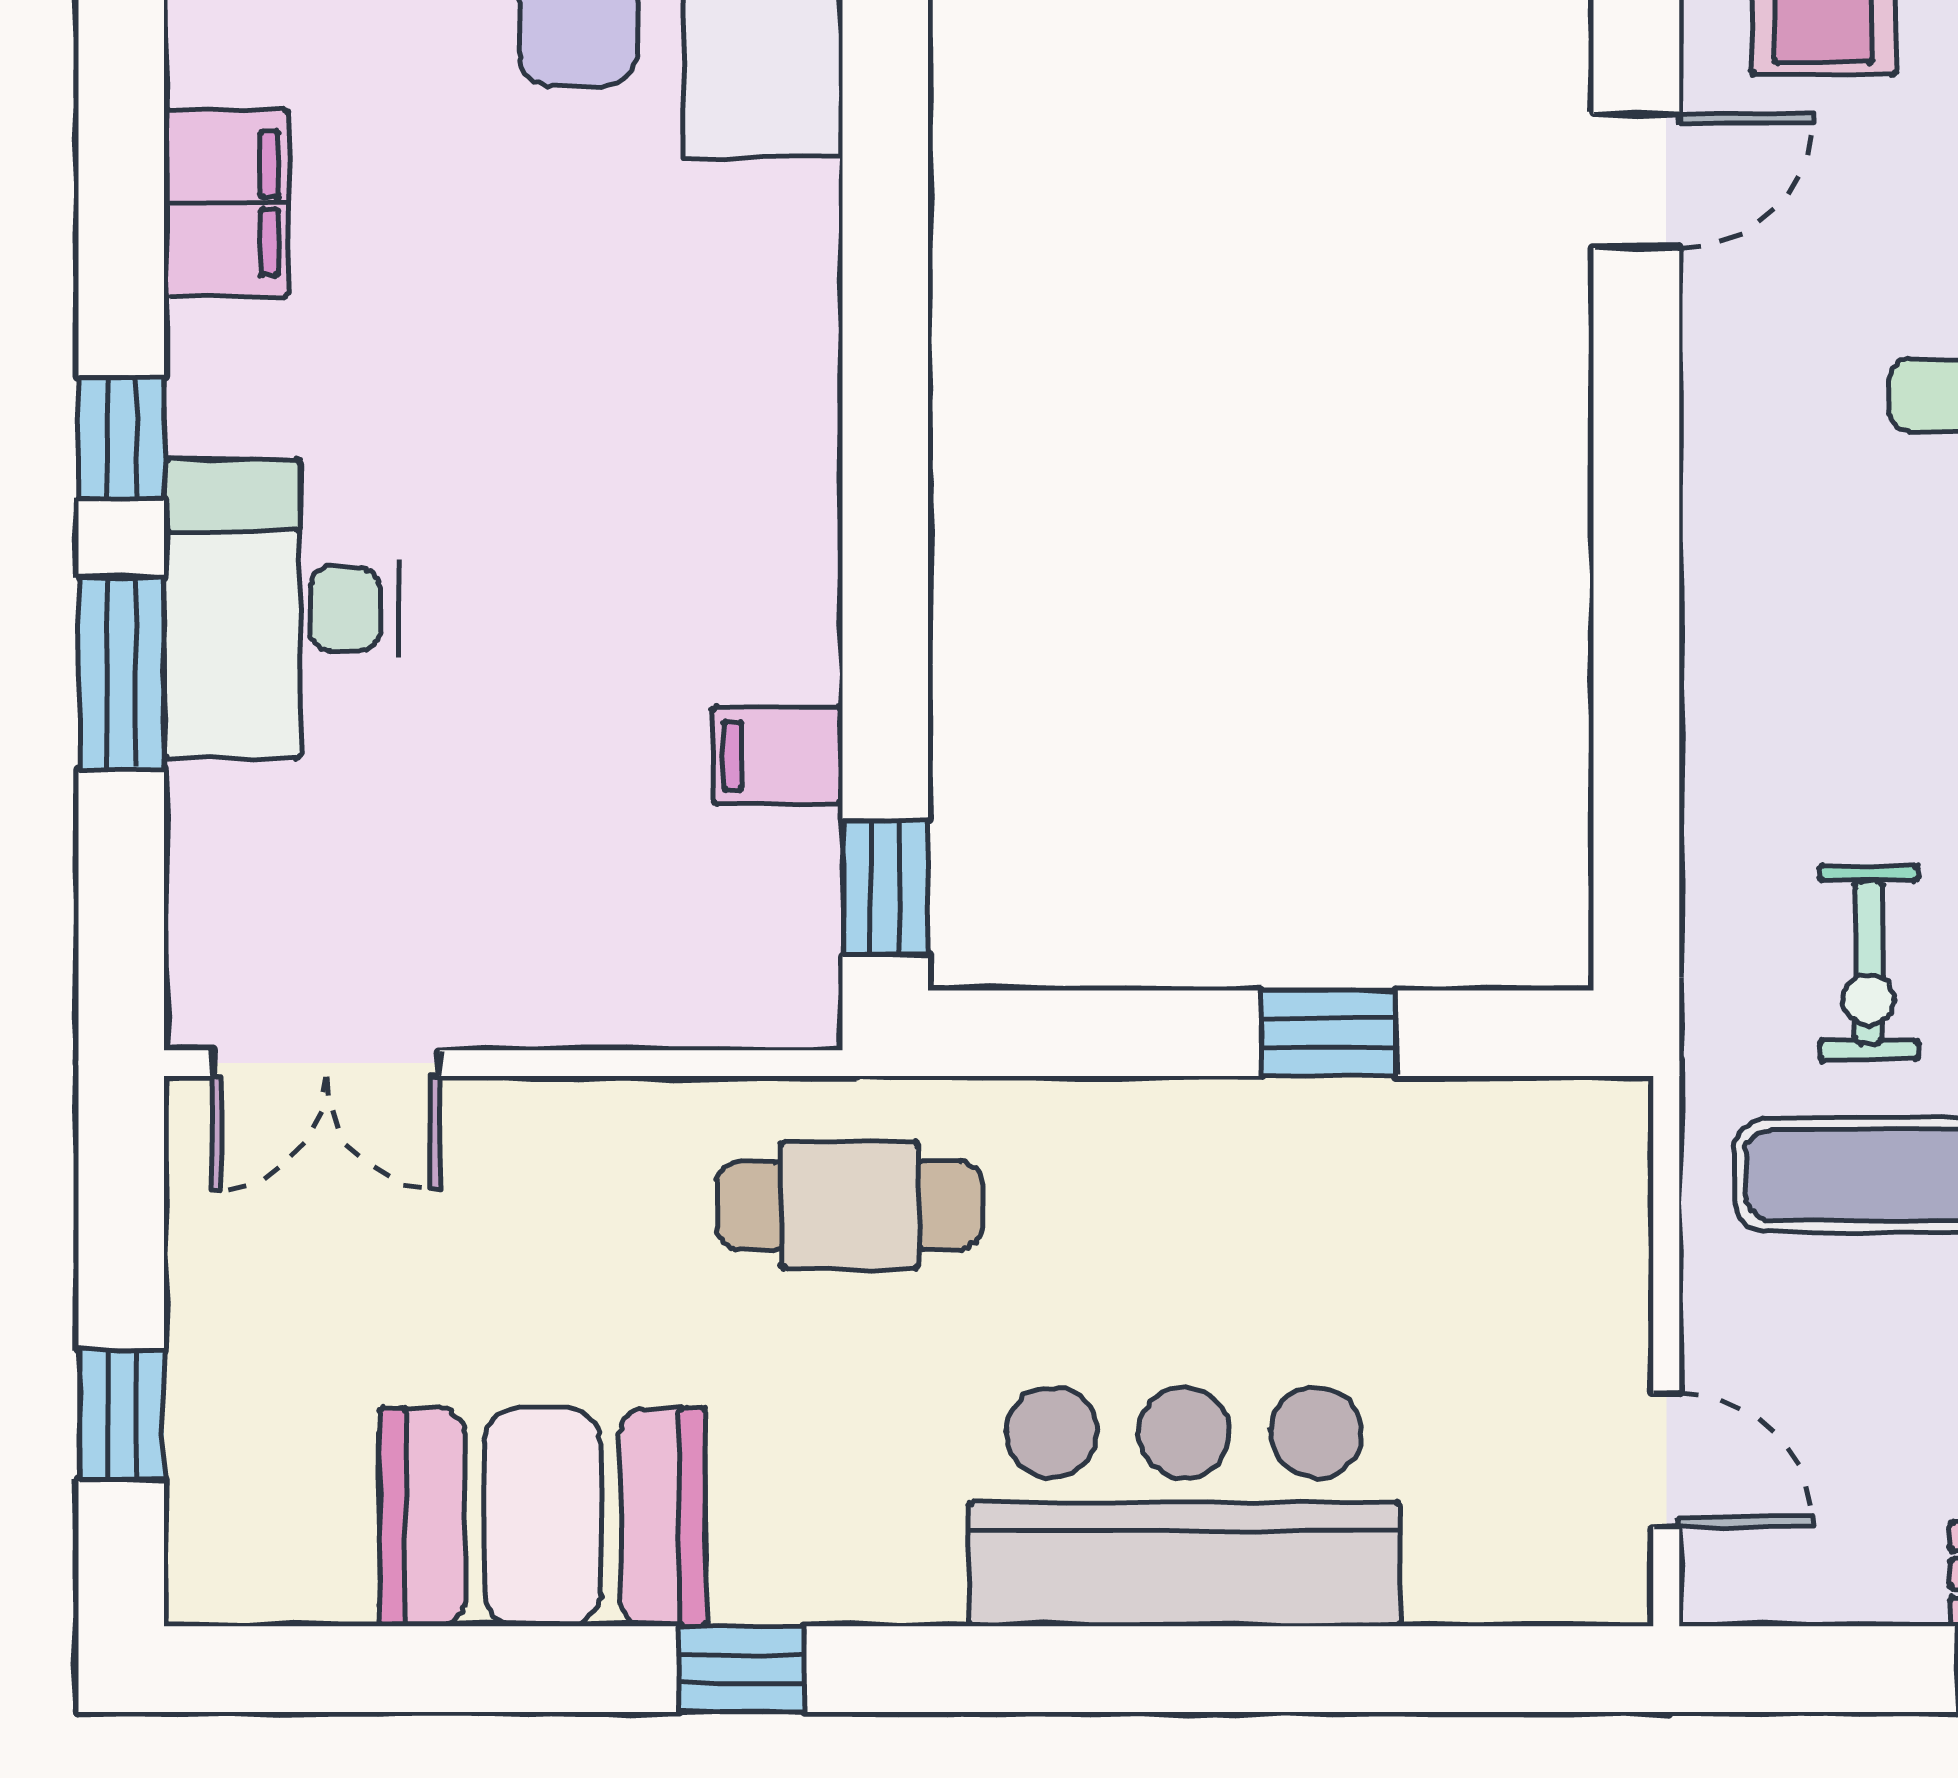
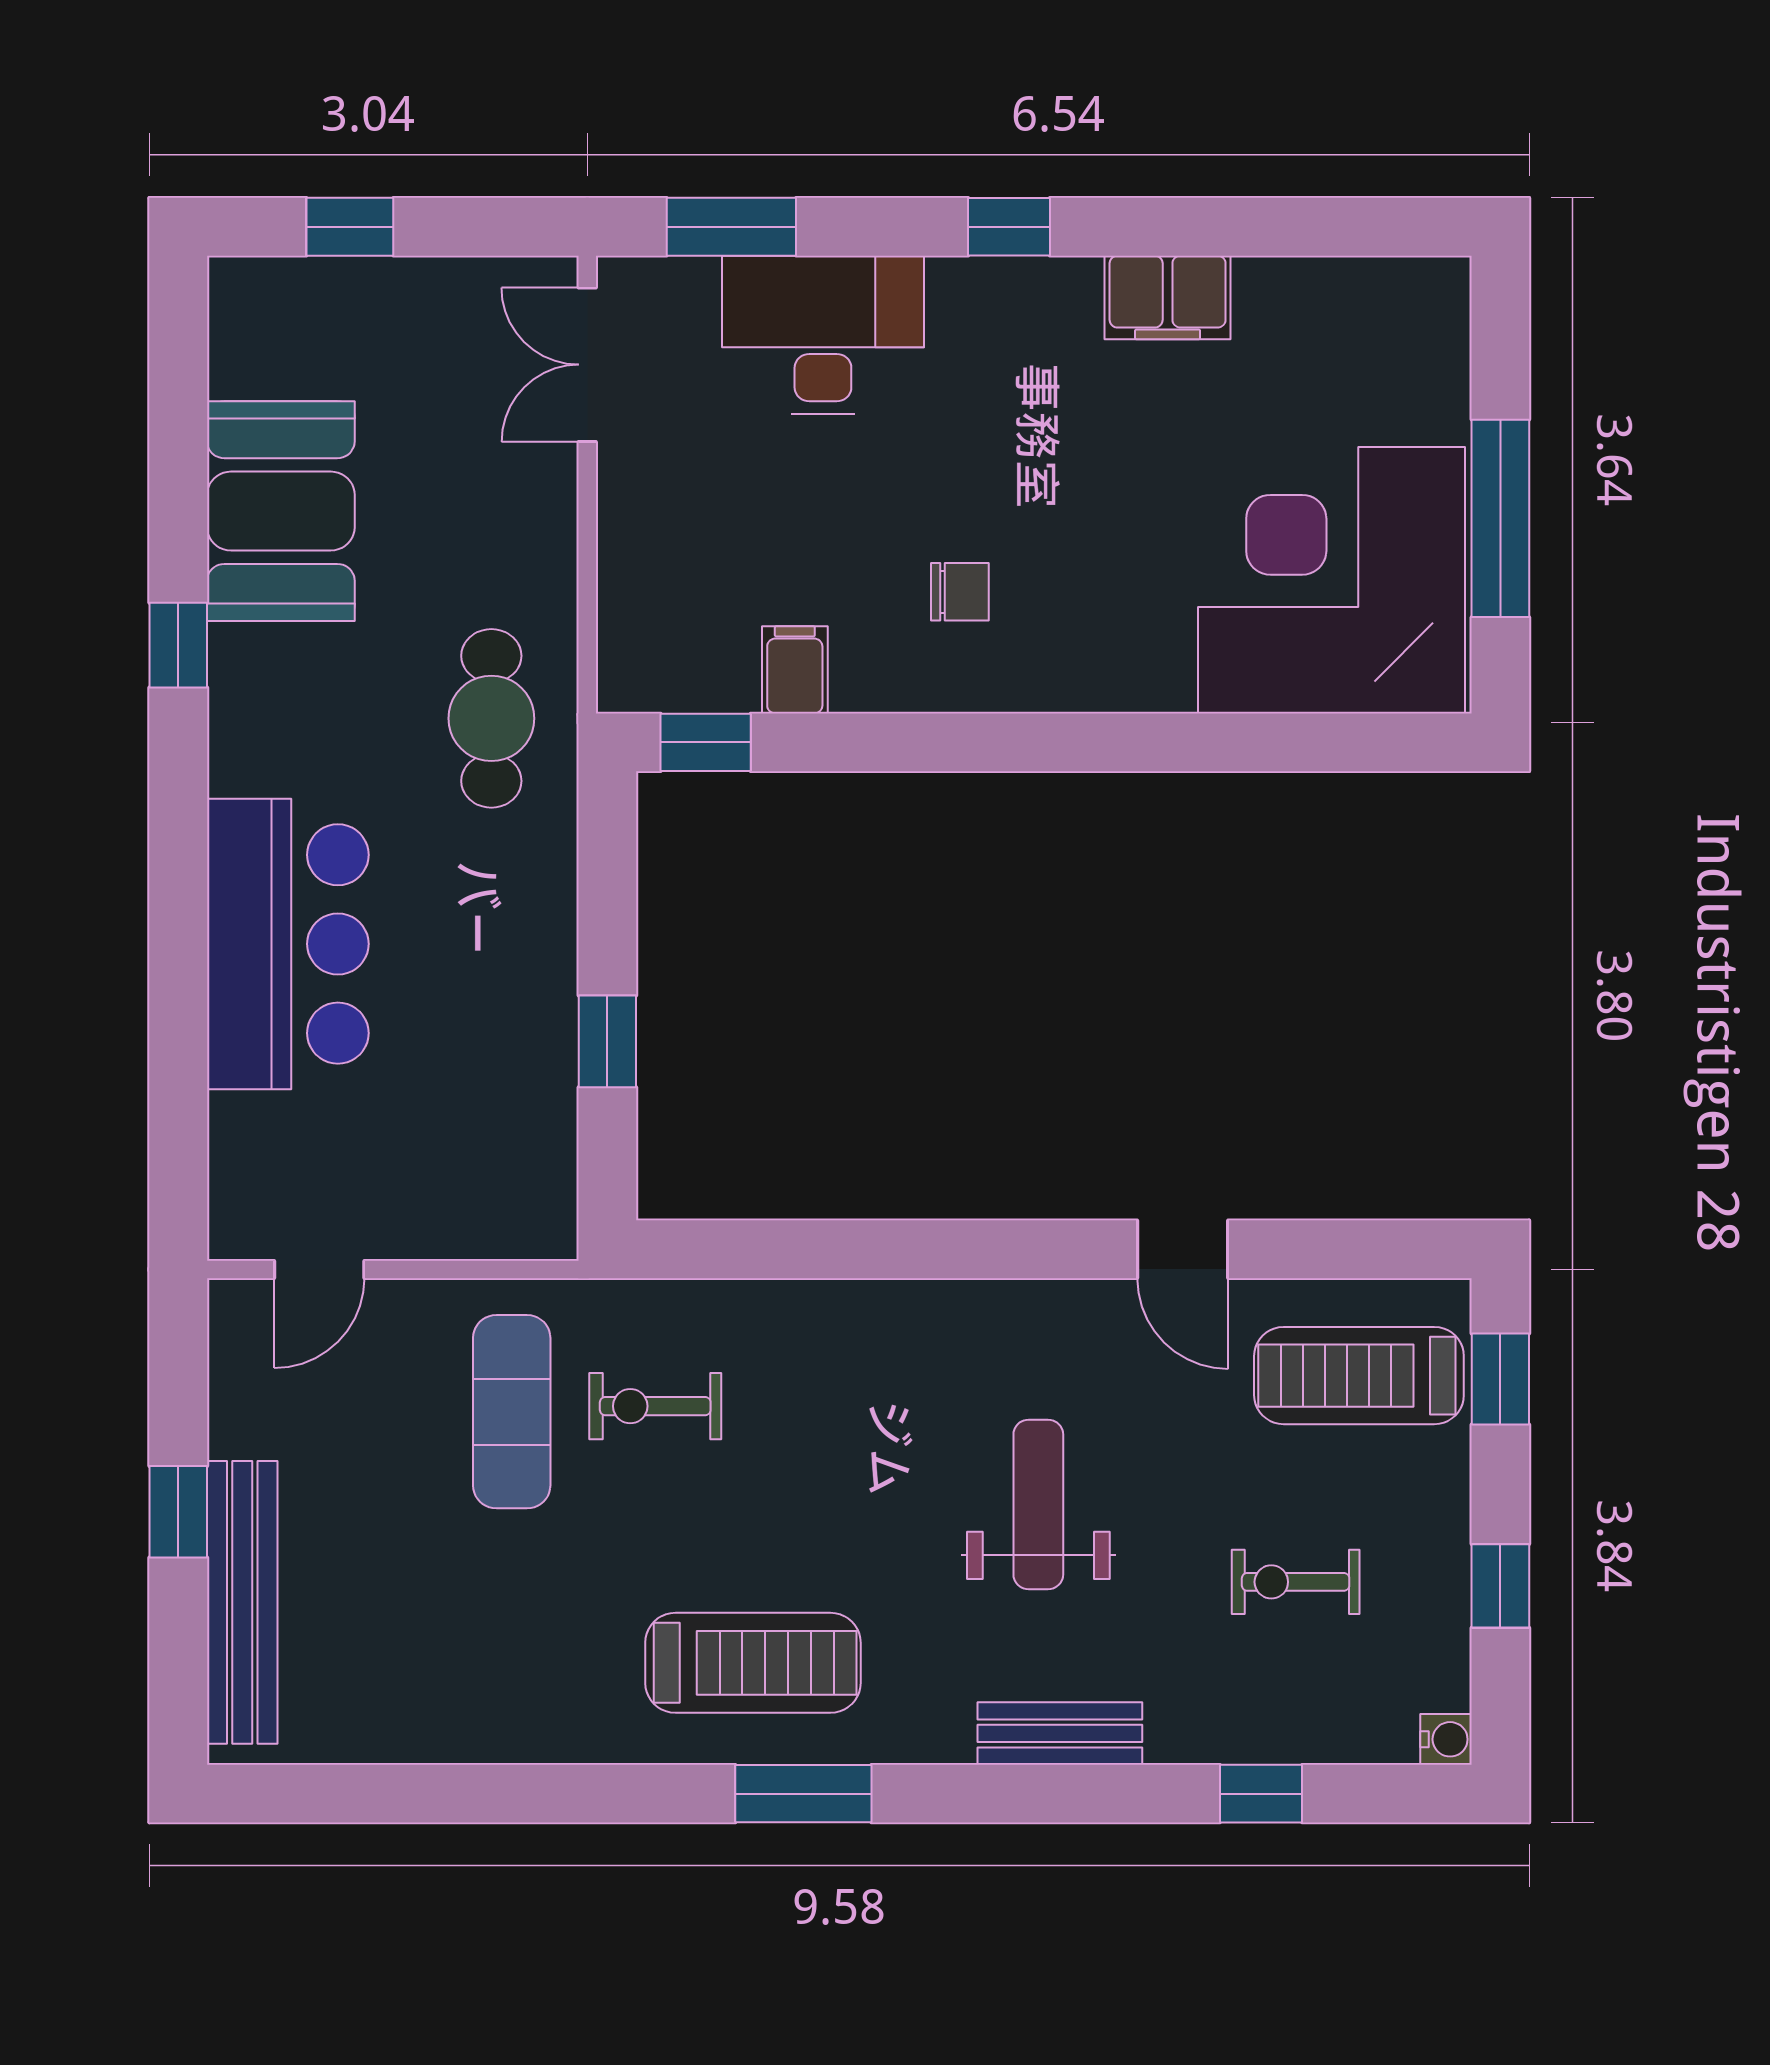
chair: (662, 511) -> (960, 592), added
desk: (281, 609) -> (823, 335), moved
window: (121, 673) -> (731, 227), moved

